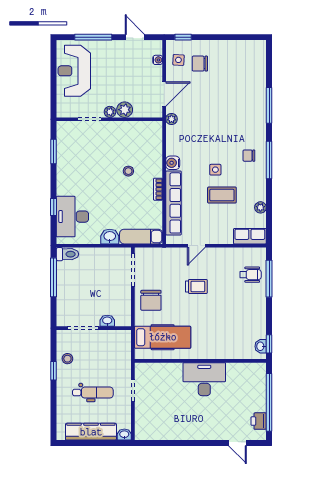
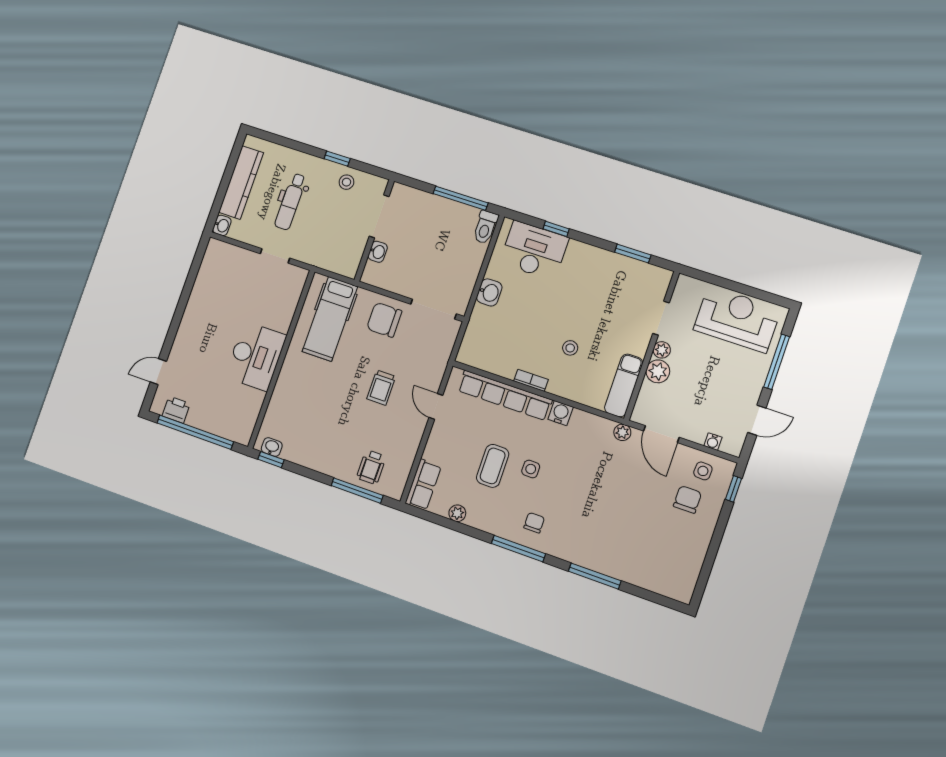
exam couch: (141, 237) -> (624, 385), moved, turned 180

